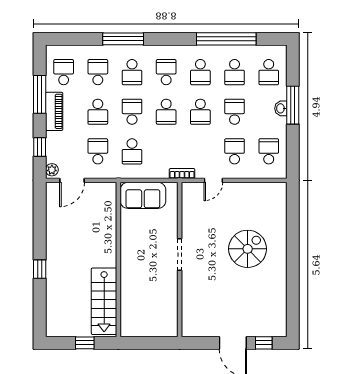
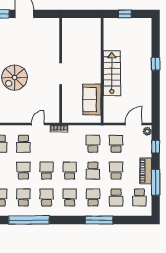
school desk: (166, 72) -> (70, 197), turned 180
school desk: (235, 112) -> (23, 171), turned 180
school desk: (98, 151) -> (116, 144), turned 180
sofa: (143, 195) -> (92, 99), moved, turned -90
stairs: (104, 301) -> (112, 73), moved

